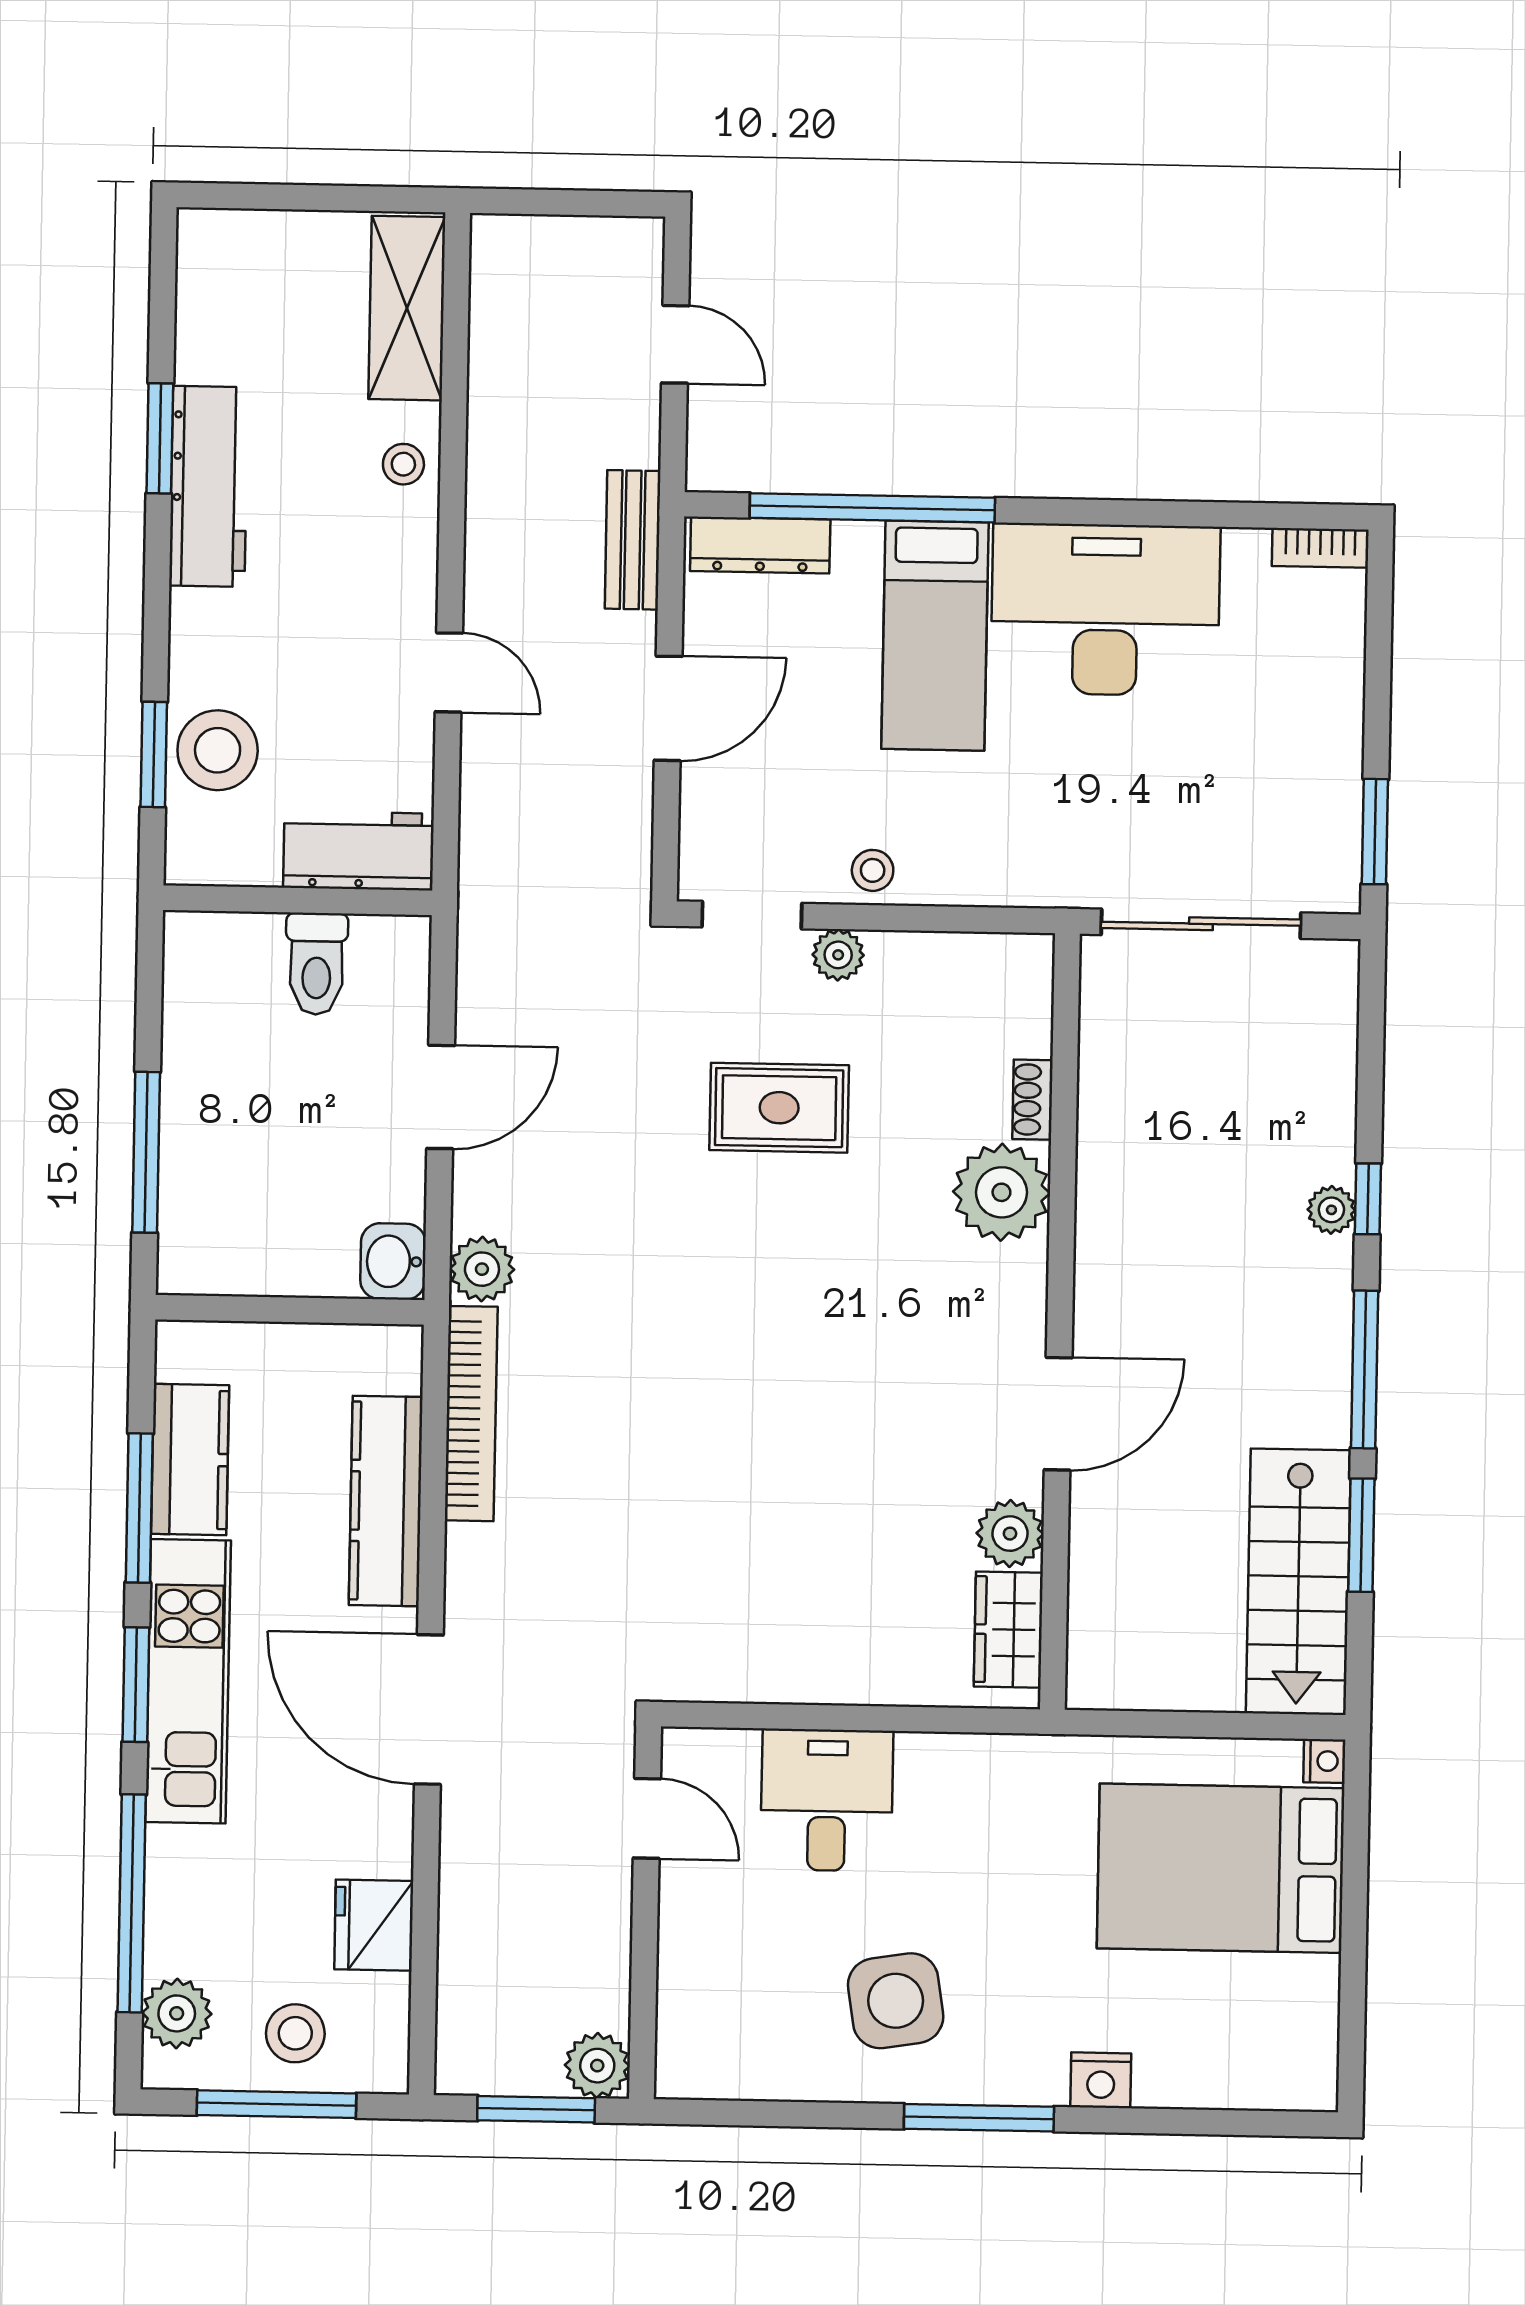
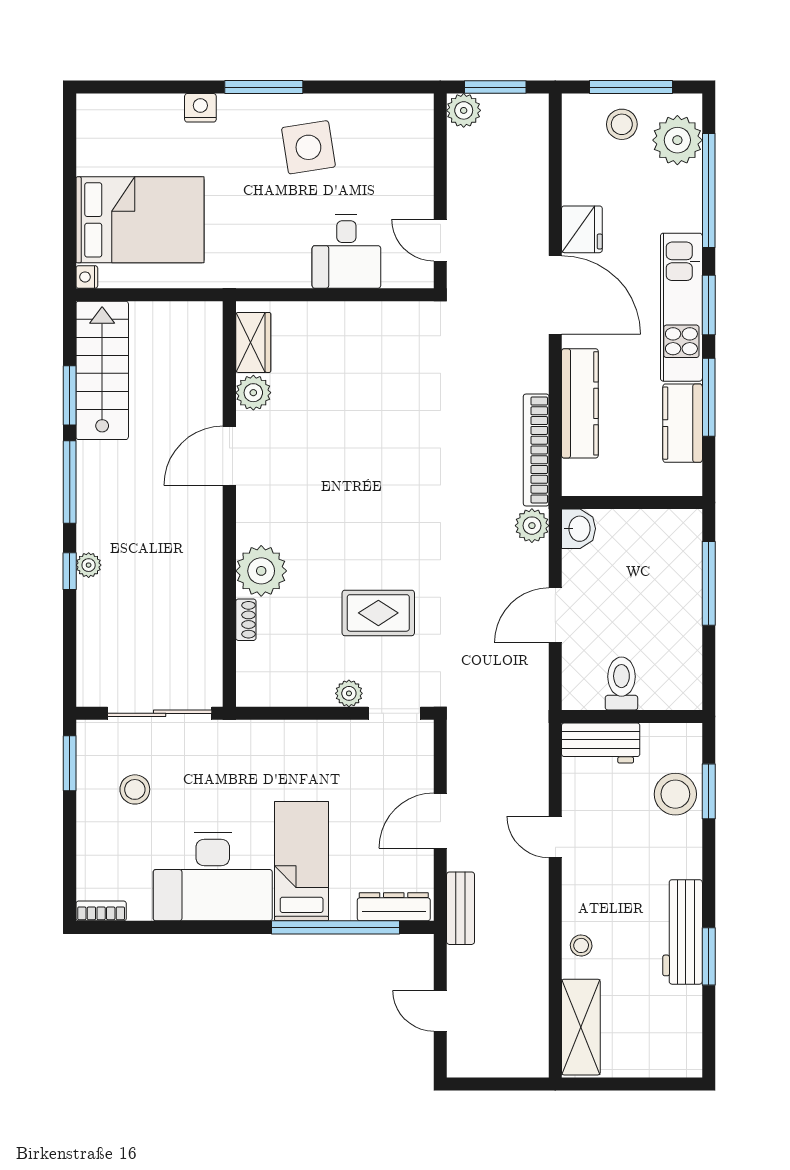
stool: (873, 870) -> (135, 789), moved, width x1.37, depth x1.37
fridge: (374, 1925) -> (582, 229), moved
plant: (177, 2013) -> (677, 140), width x1.36, depth x1.36

